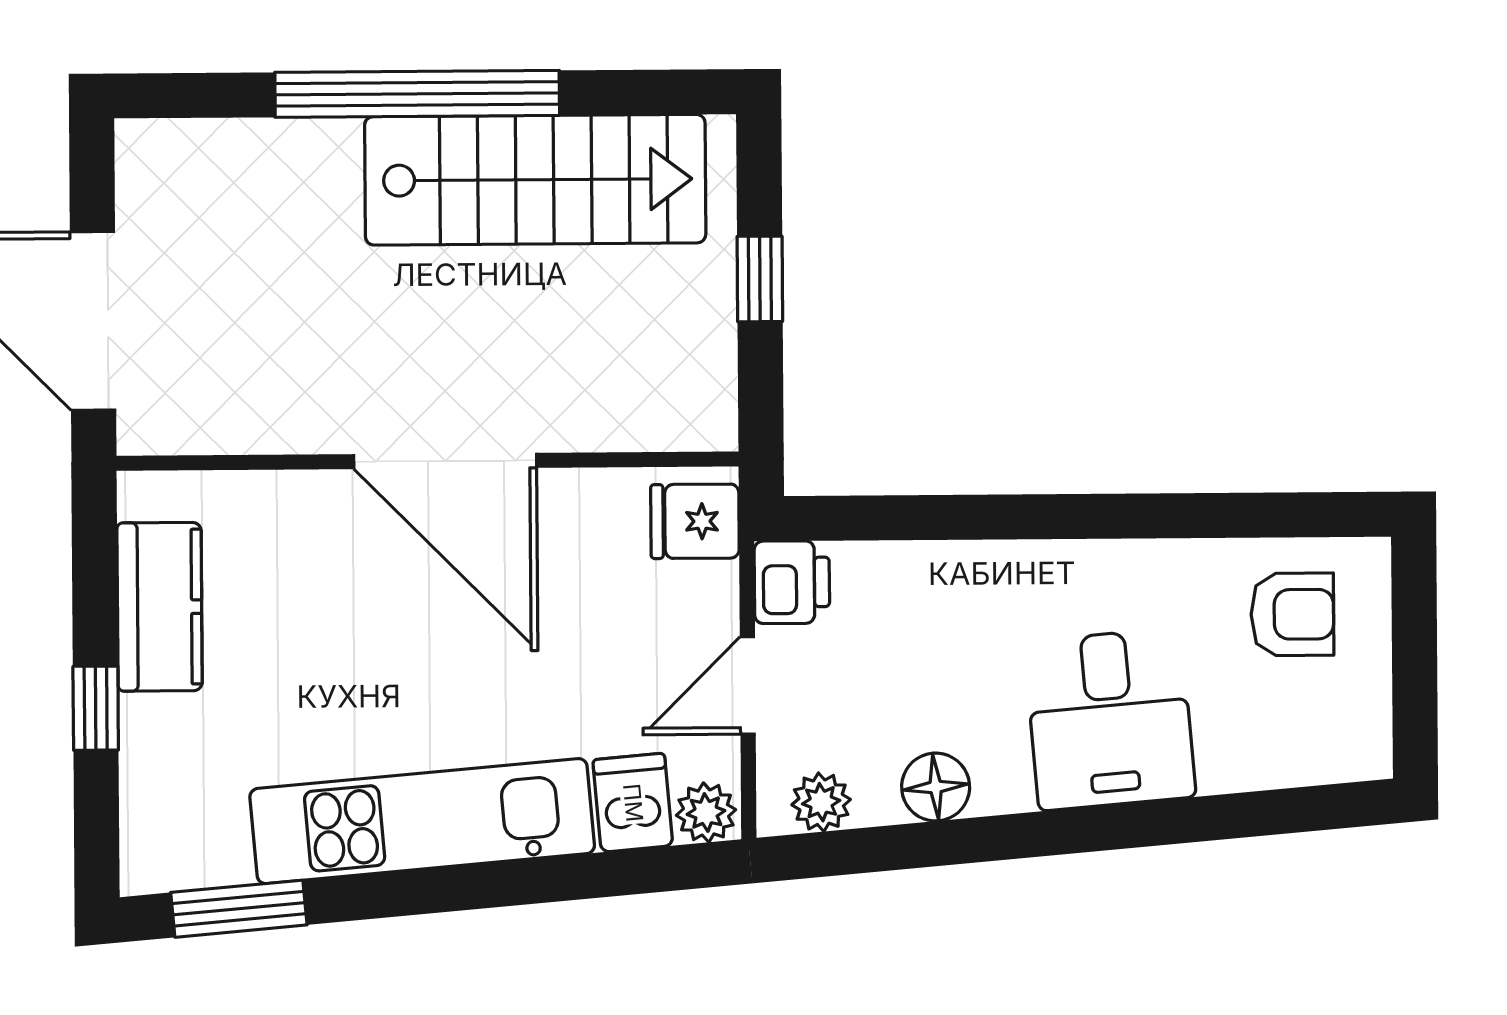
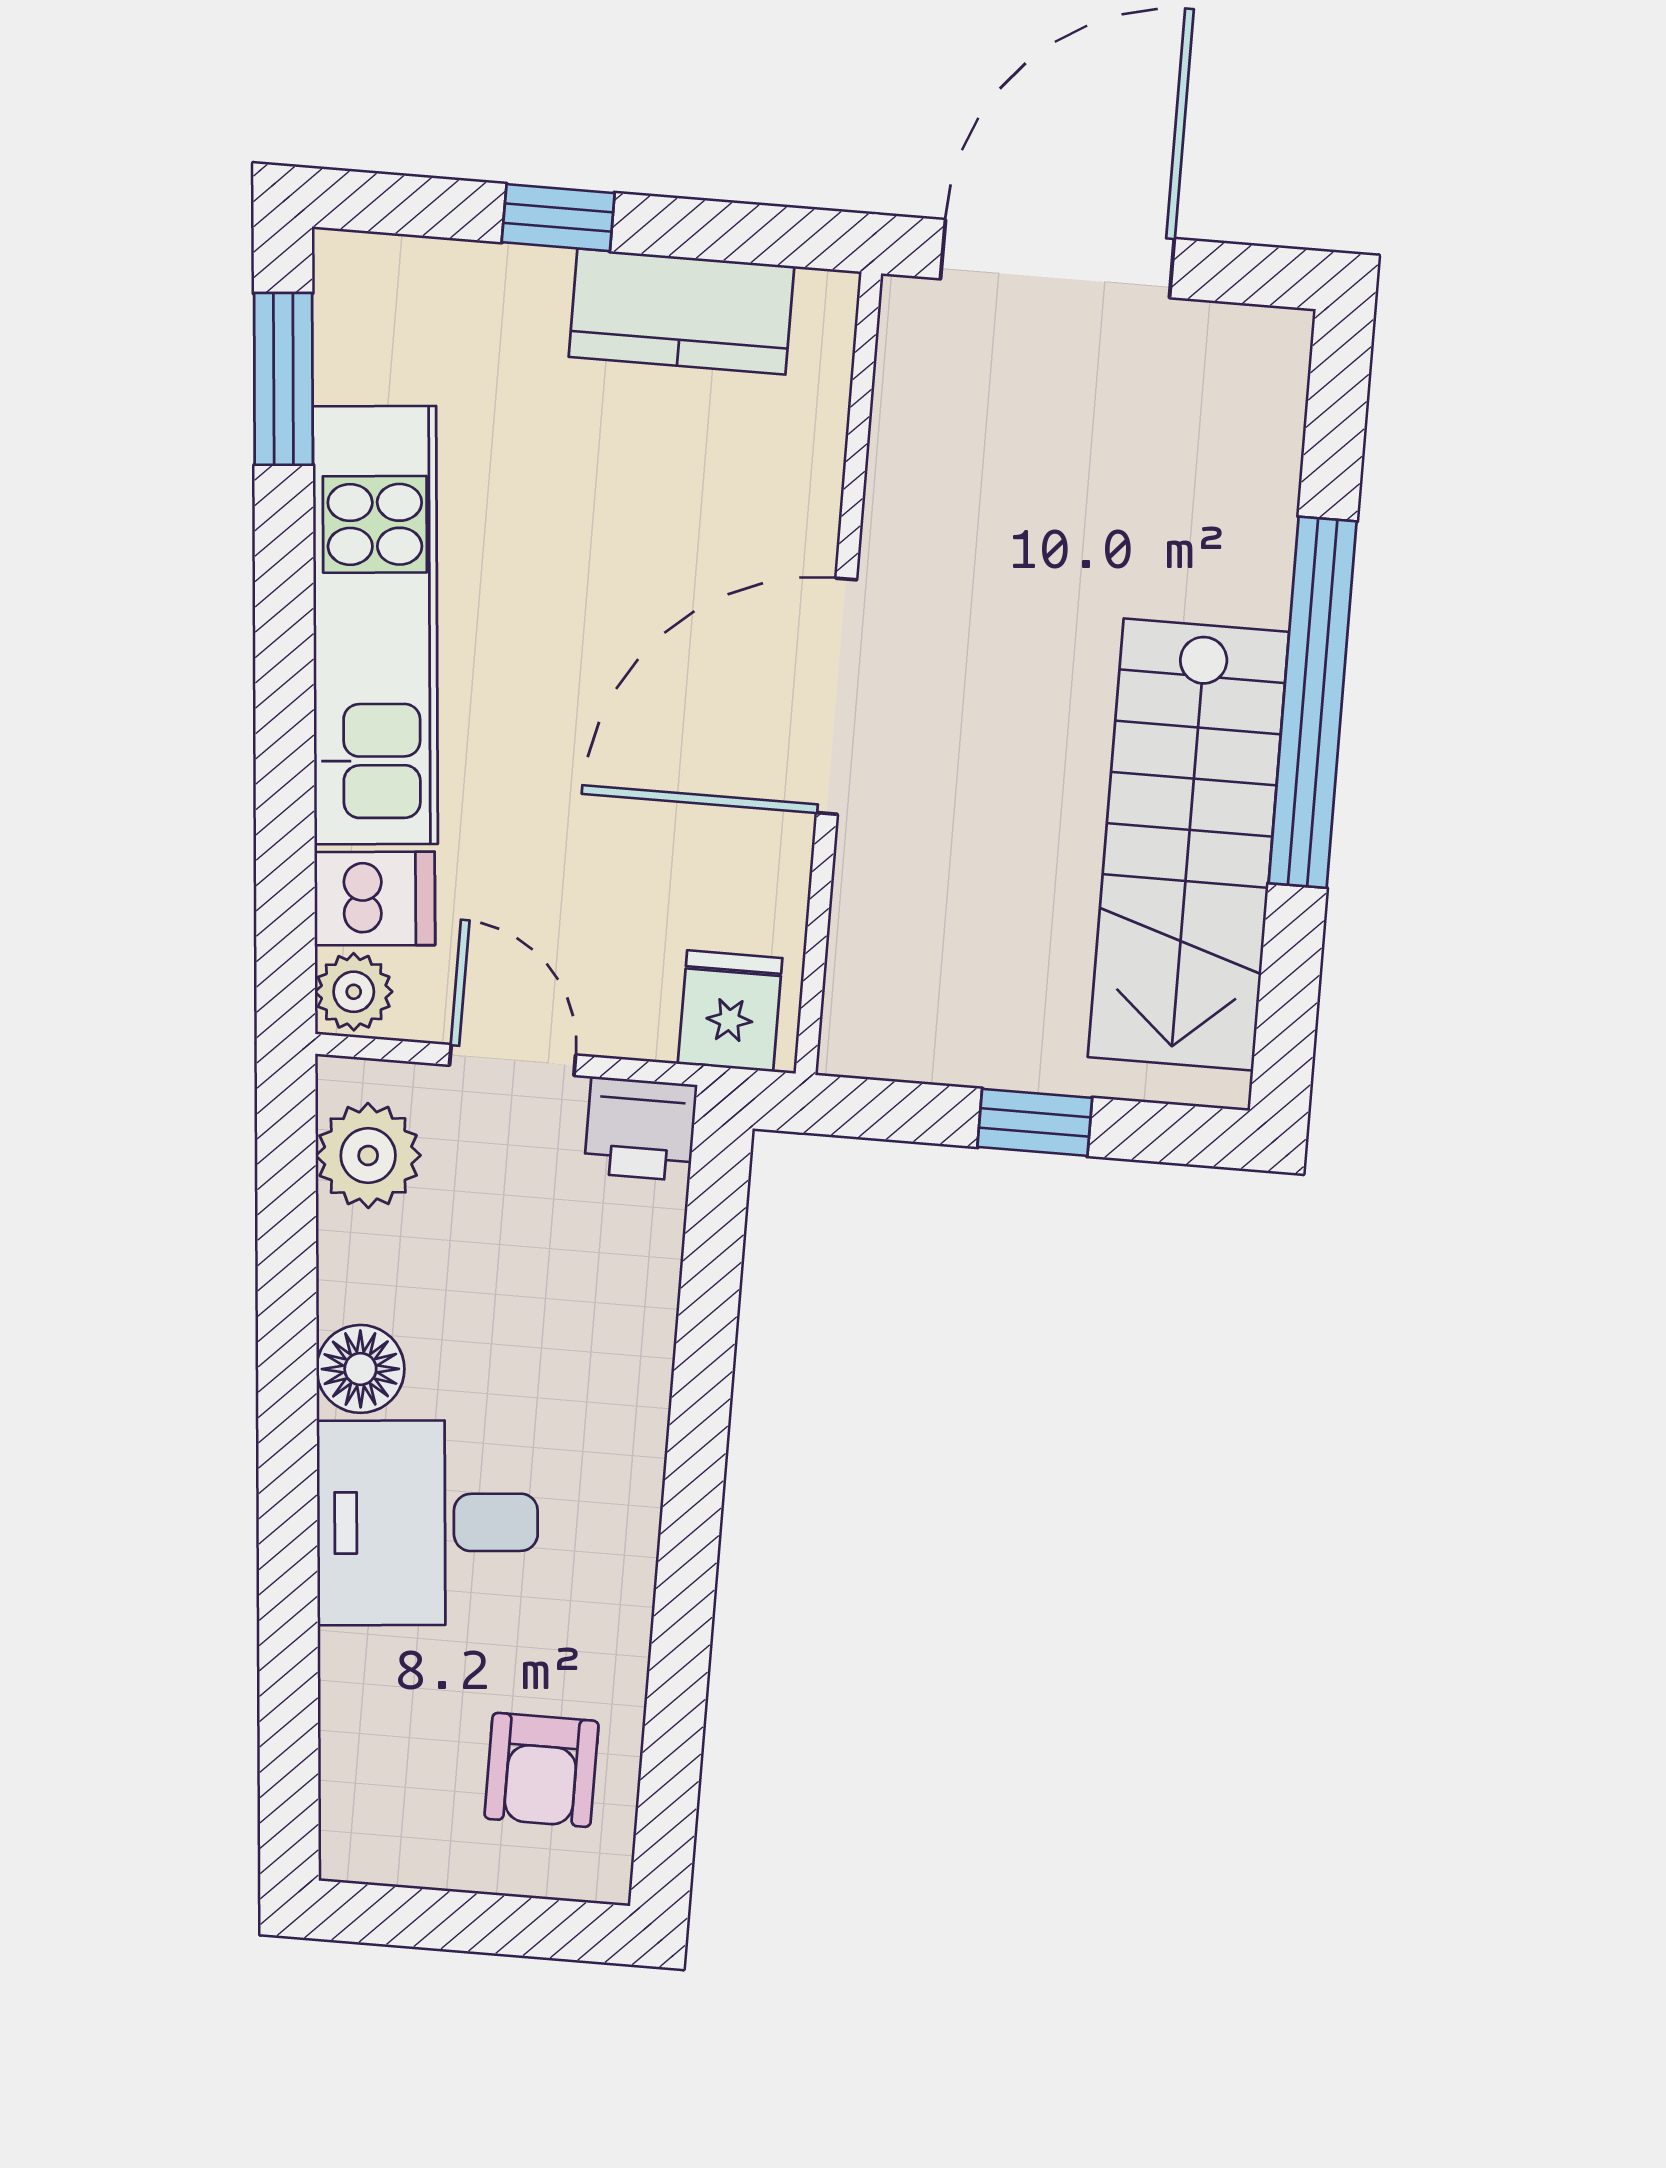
floor lamp: (936, 787) -> (360, 1369), moved
plant: (821, 802) -> (368, 1156), width x1.38, depth x1.38

